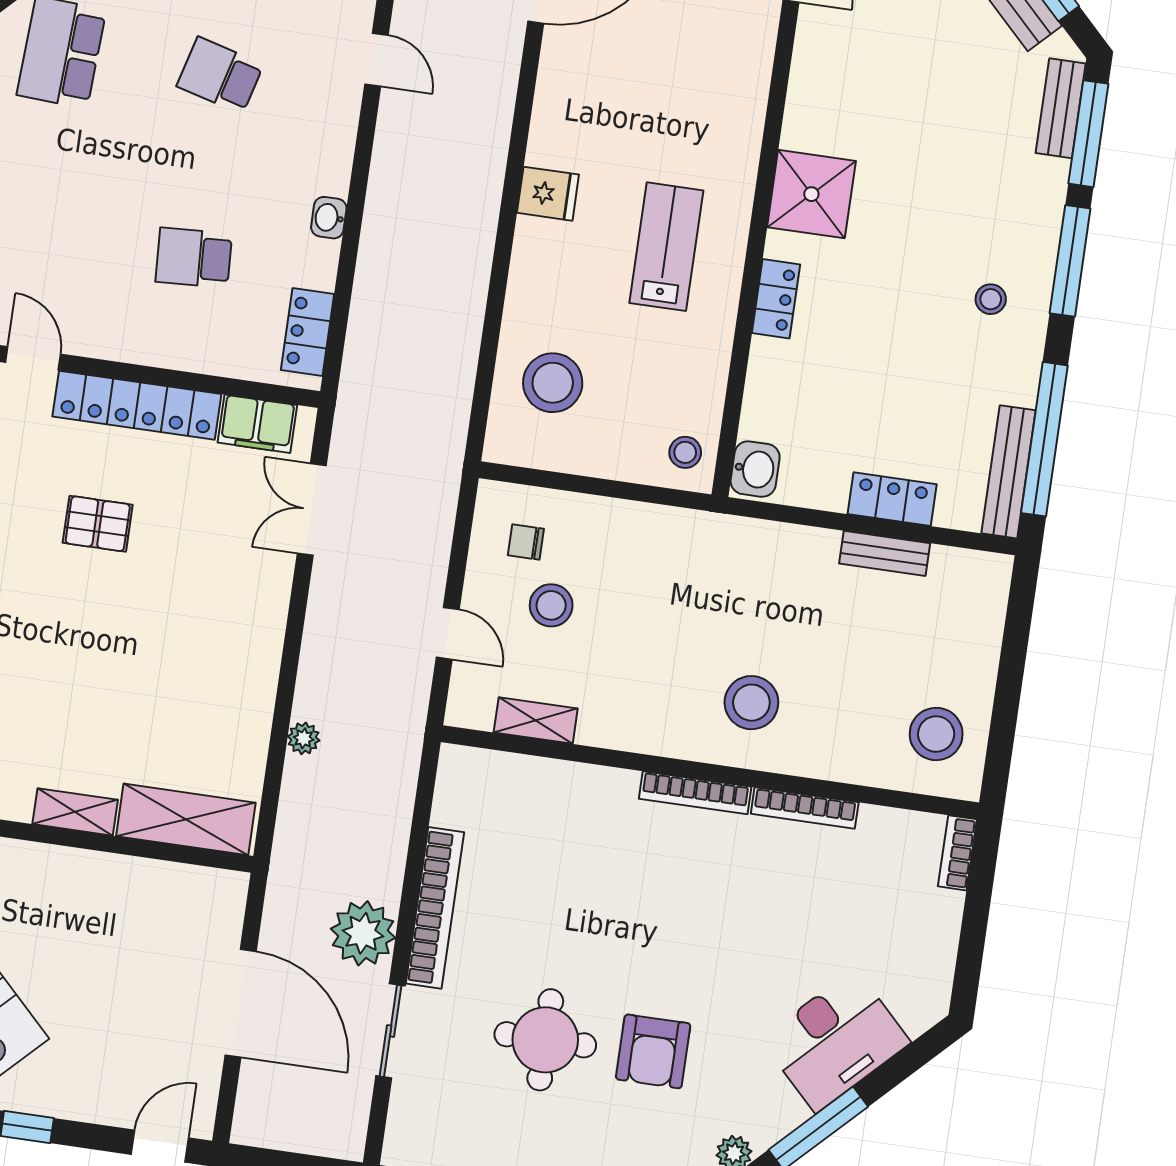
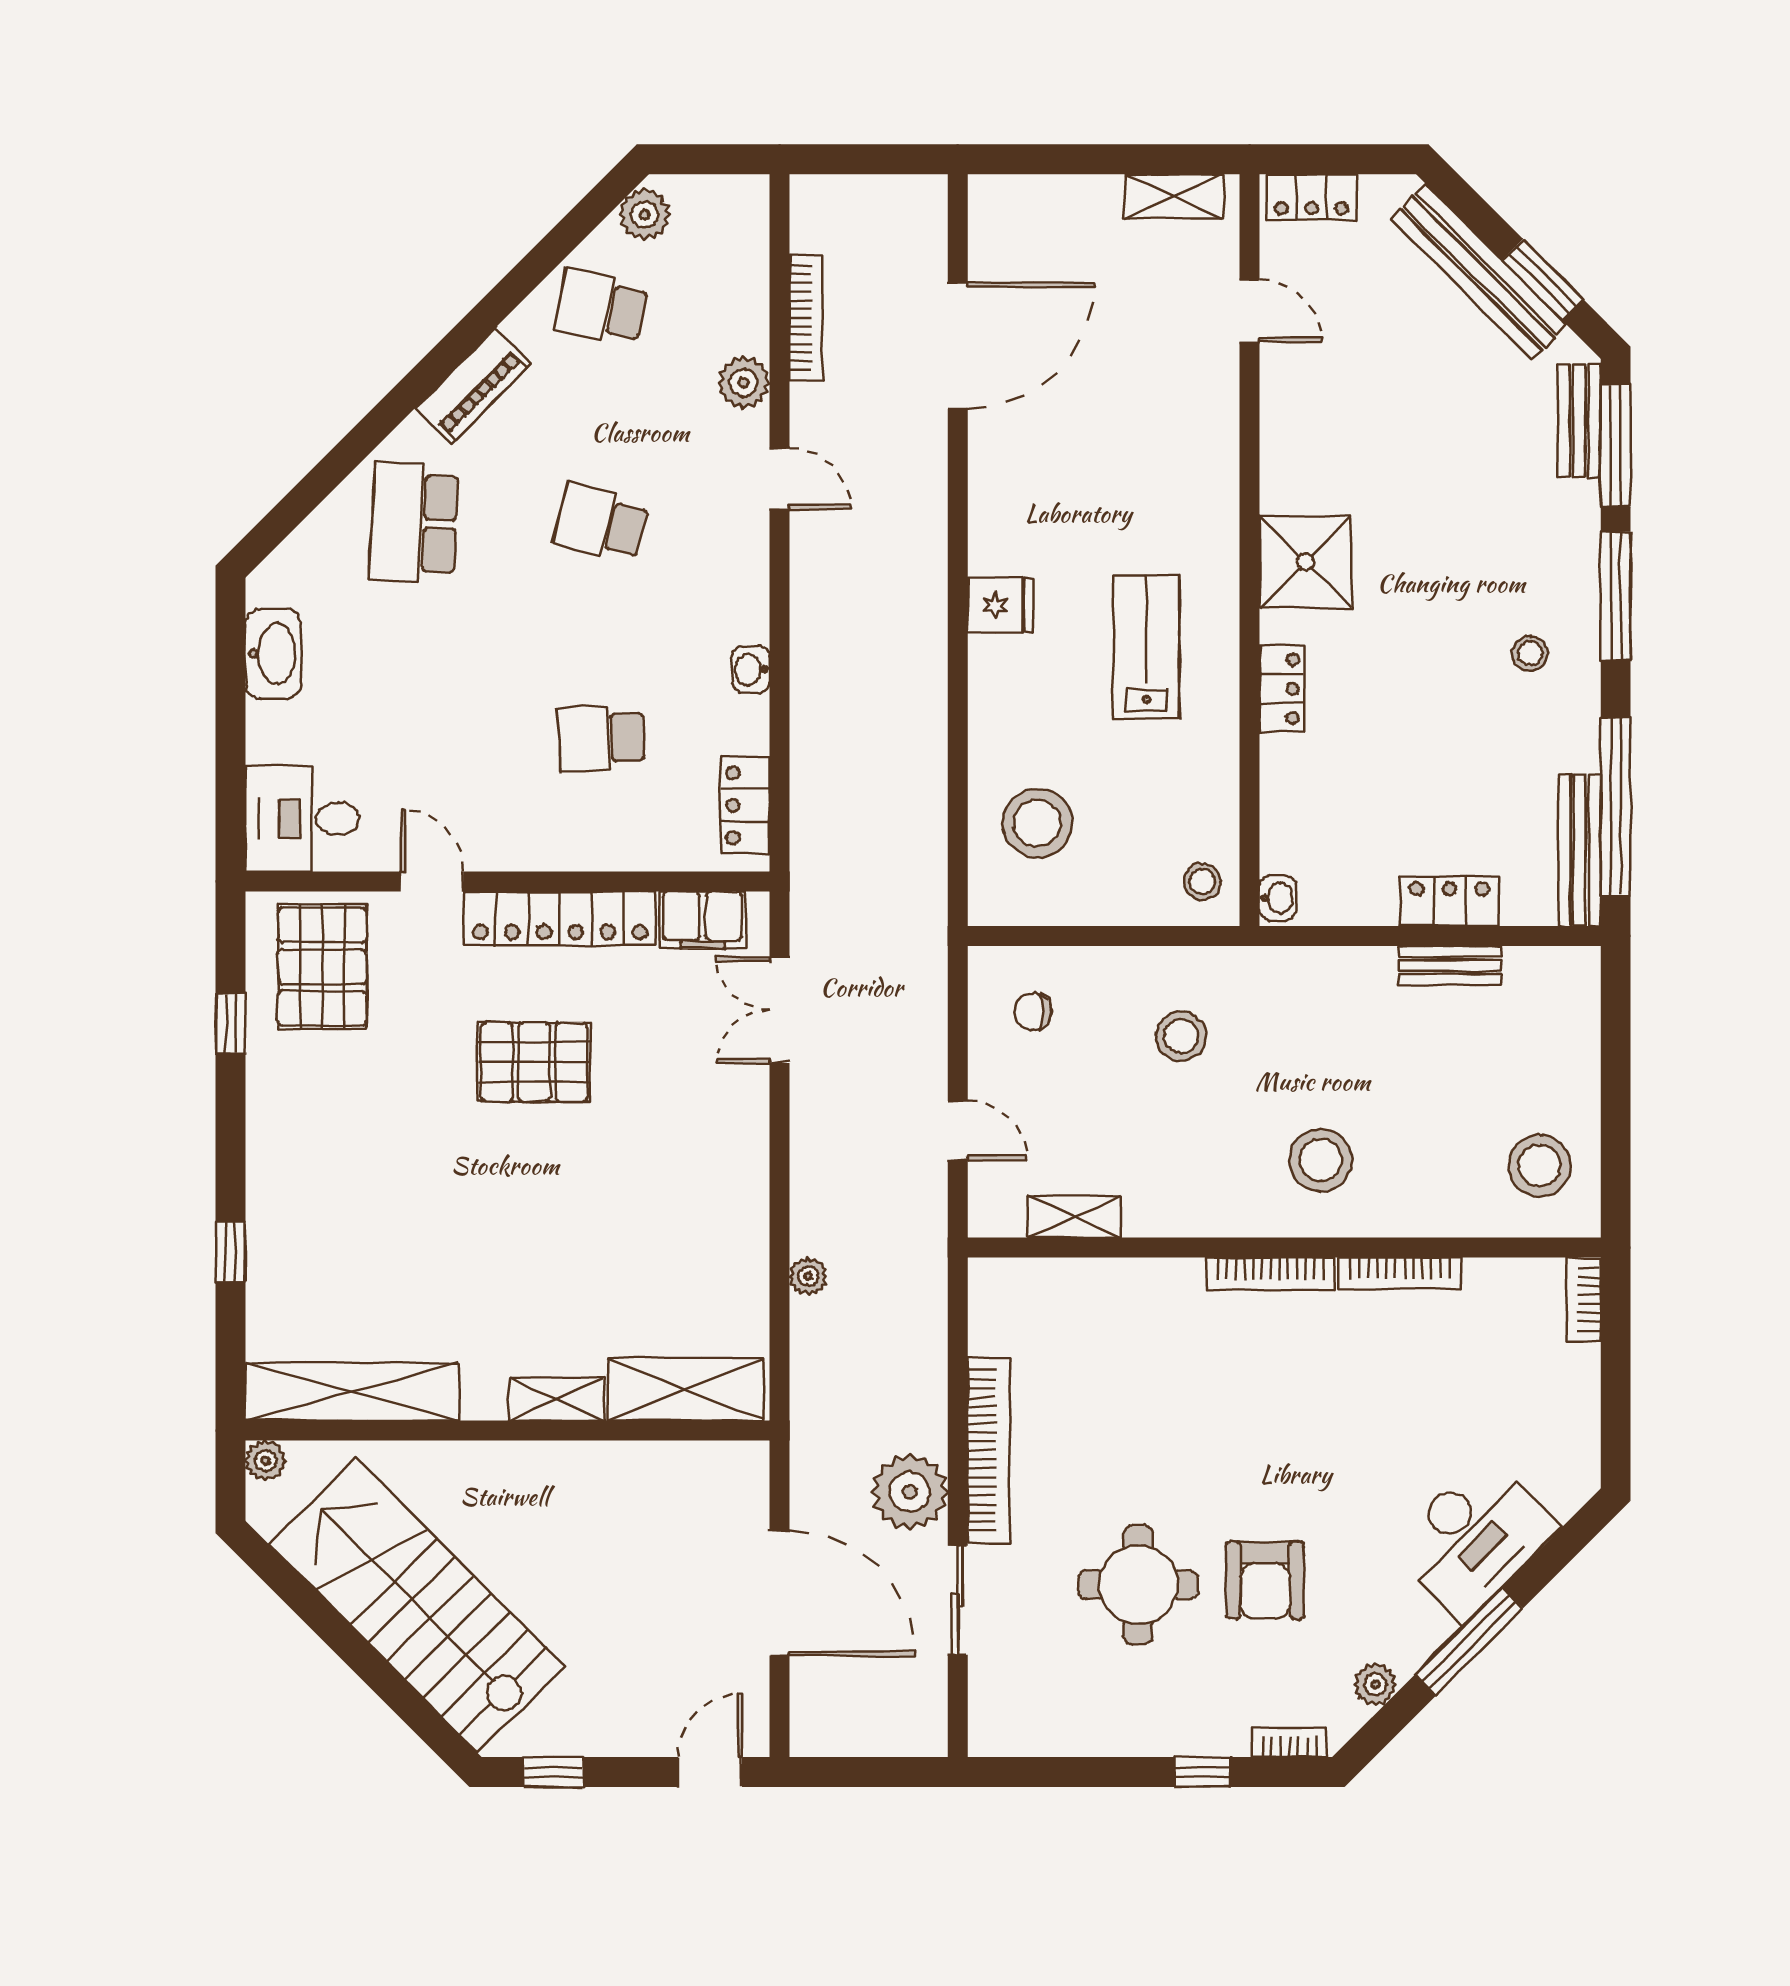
washbasin: (755, 469) -> (1278, 898), width x0.72, depth x0.69
pallet: (98, 524) -> (534, 1062), width x1.50, depth x1.42
stool: (551, 605) -> (1181, 1036), moved

